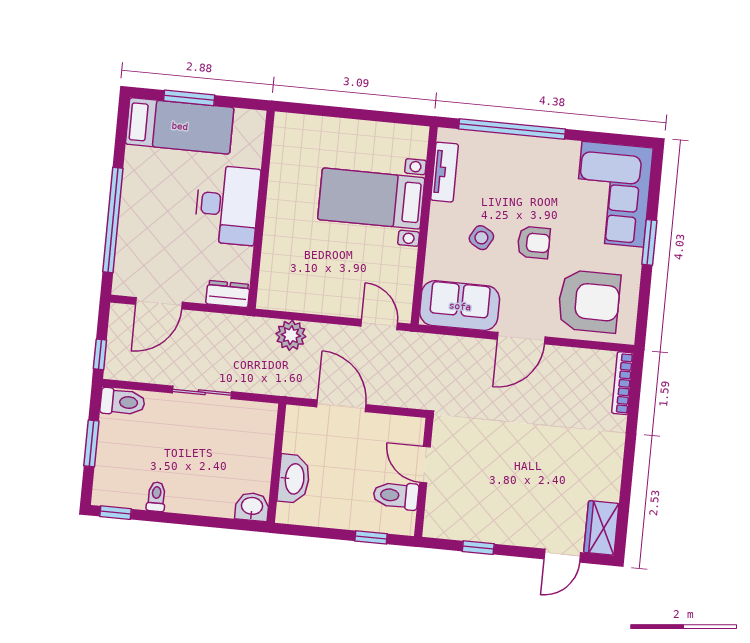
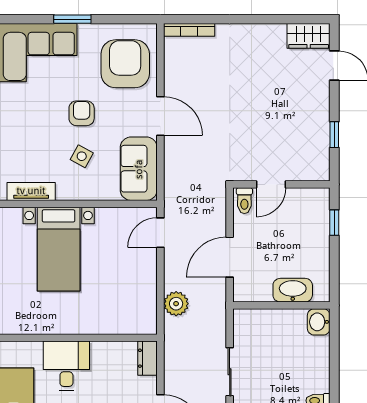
desk: (227, 205) -> (66, 366), width x0.73
toilet: (396, 495) -> (244, 201), moved, width x0.73, depth x0.72

